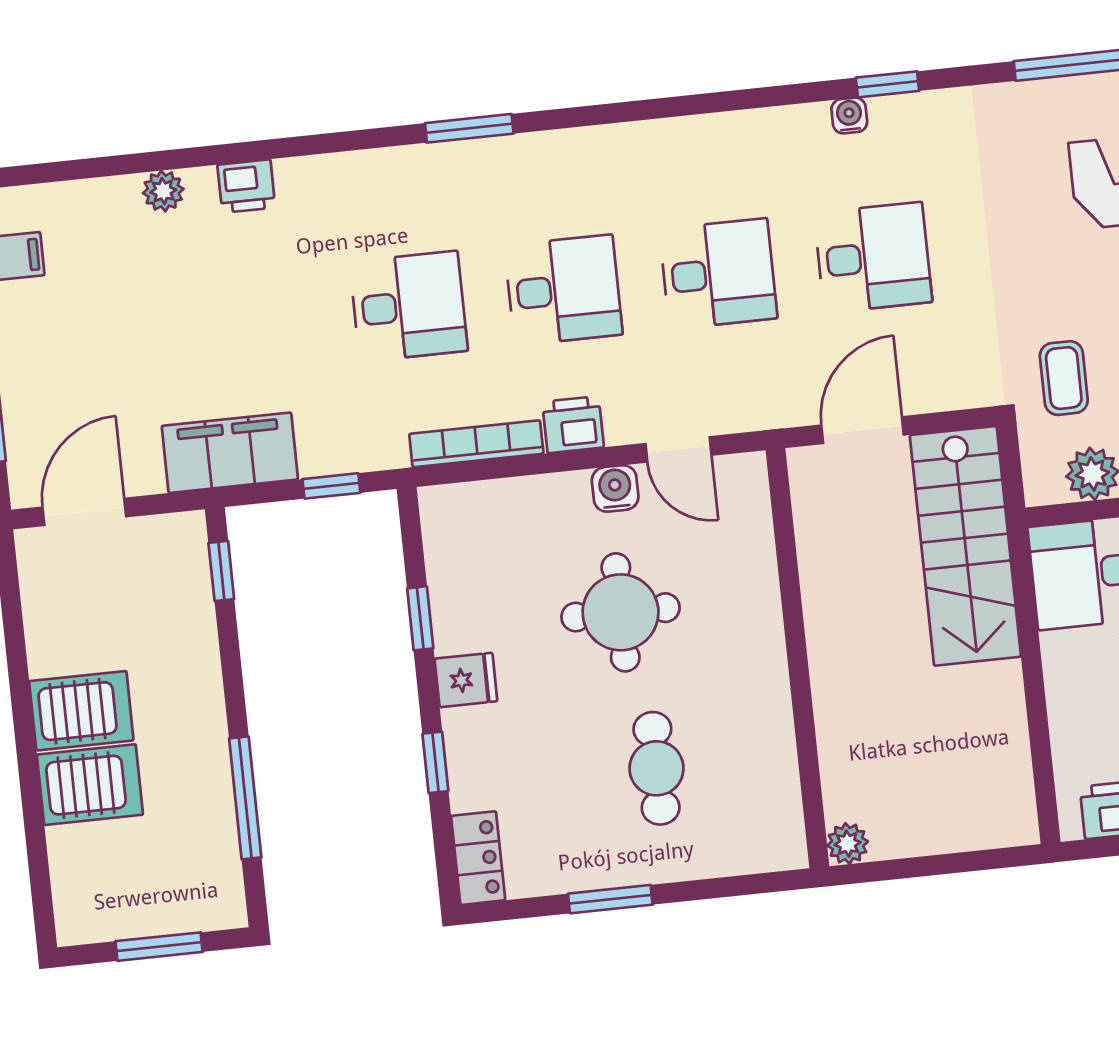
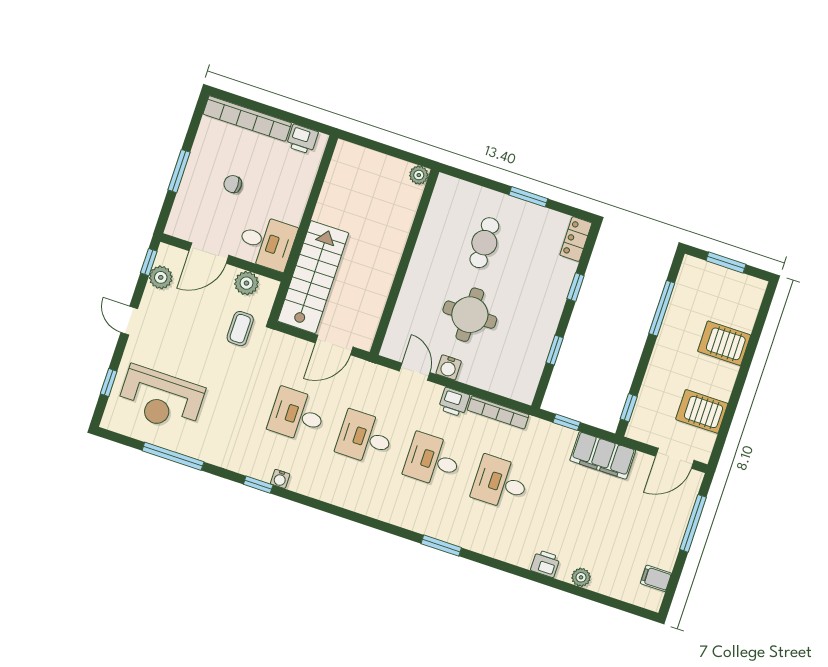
fridge: (466, 680) -> (547, 316), removed
server rack: (81, 711) -> (702, 411), moved

